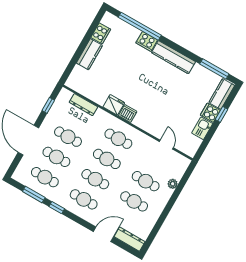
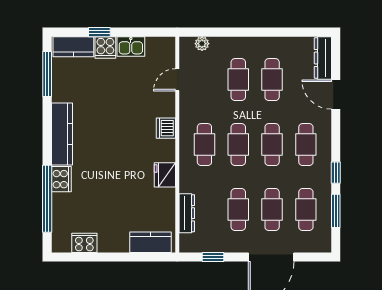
kitchen counter: (89, 54) -> (150, 242), moved
dishwasher: (128, 114) -> (166, 128), moved
plant: (173, 184) -> (202, 44), moved

